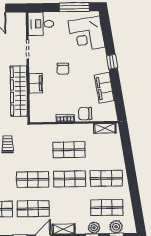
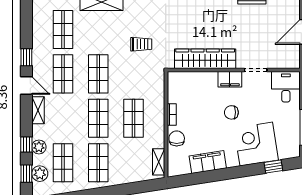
corner desk: (86, 34) -> (256, 144), moved
window: (112, 62) -> (273, 167), moved
filing cabinet: (36, 83) -> (230, 79), moved

